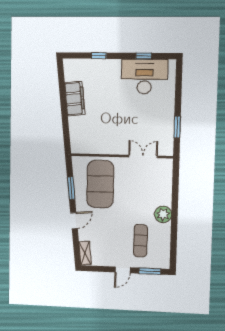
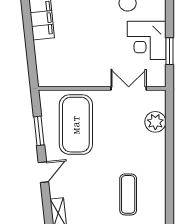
corner desk: (159, 118) -> (147, 40), added
plant: (163, 214) -> (155, 122), moved

